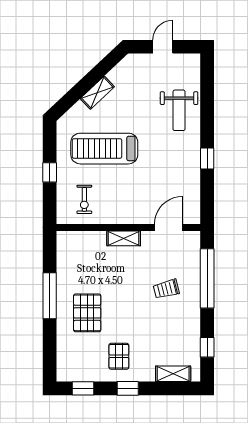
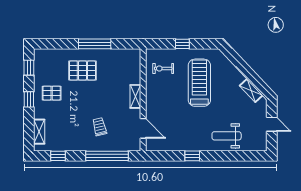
shelving: (97, 93) -> (251, 91), moved

